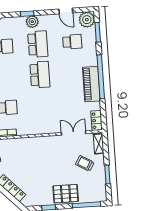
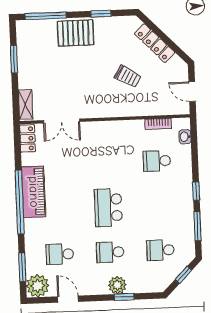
school desk: (38, 44) -> (110, 252), width x0.54
trolley: (85, 163) -> (128, 76), moved

